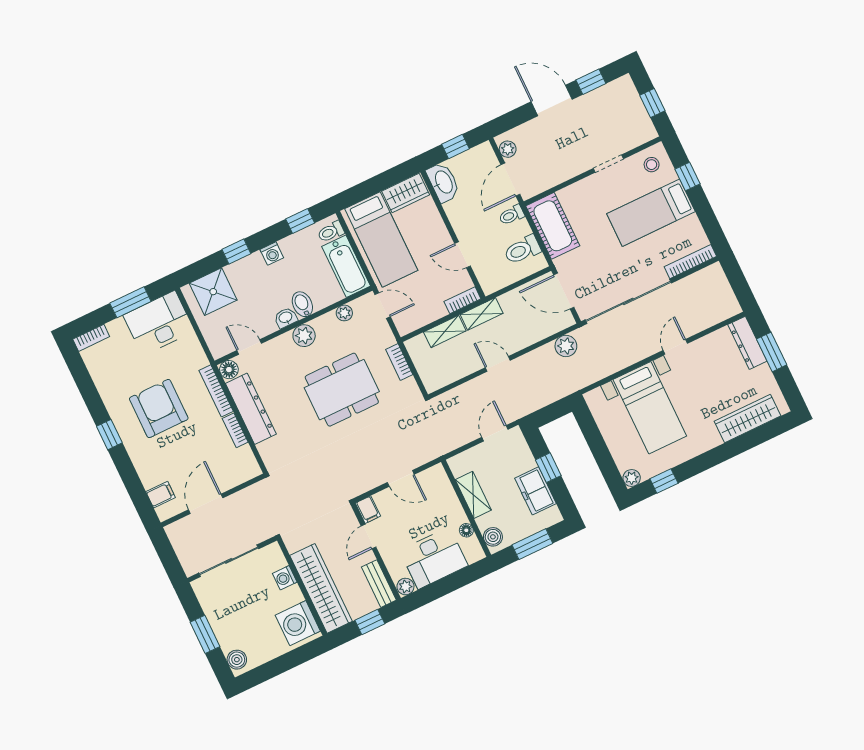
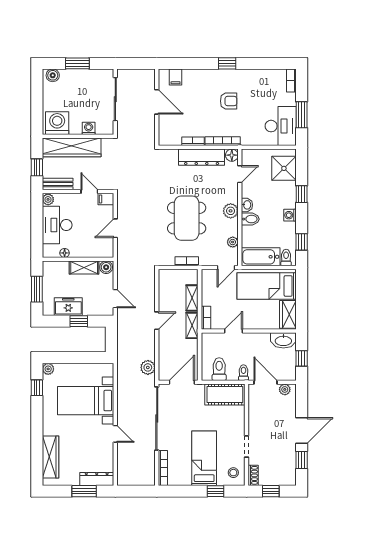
shoe rack: (642, 136) -> (253, 475), added
armchair: (159, 408) -> (229, 101), width x0.53, depth x0.53
boiler: (493, 537) -> (106, 267), moved

